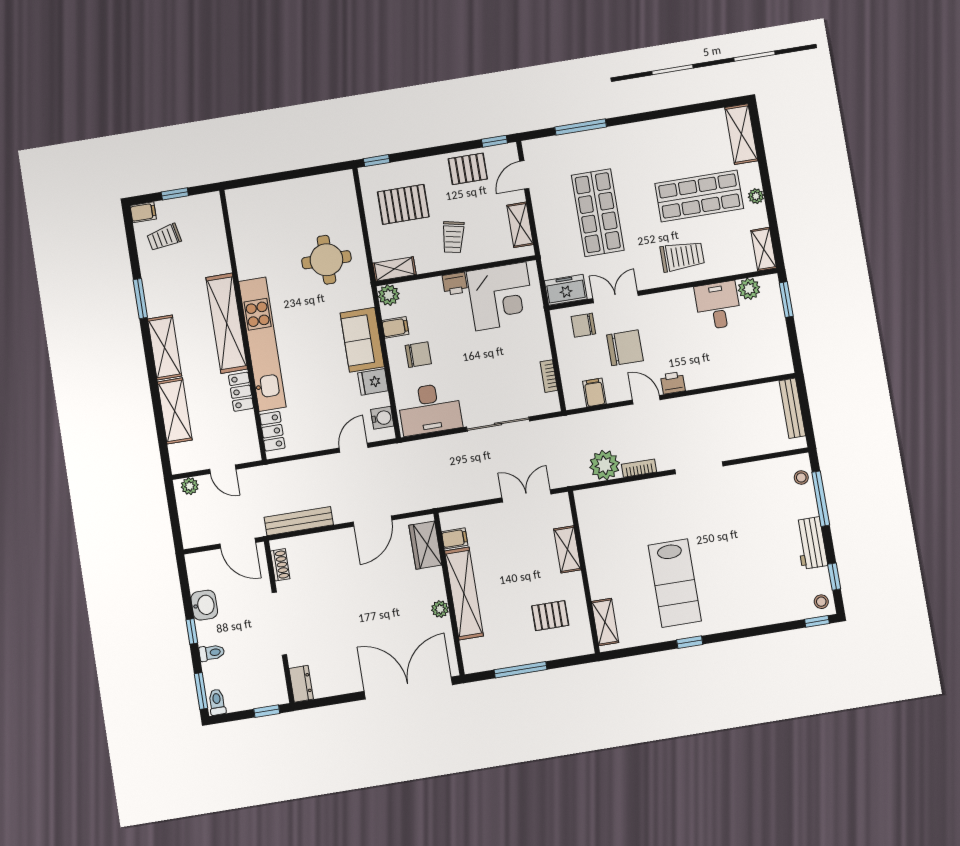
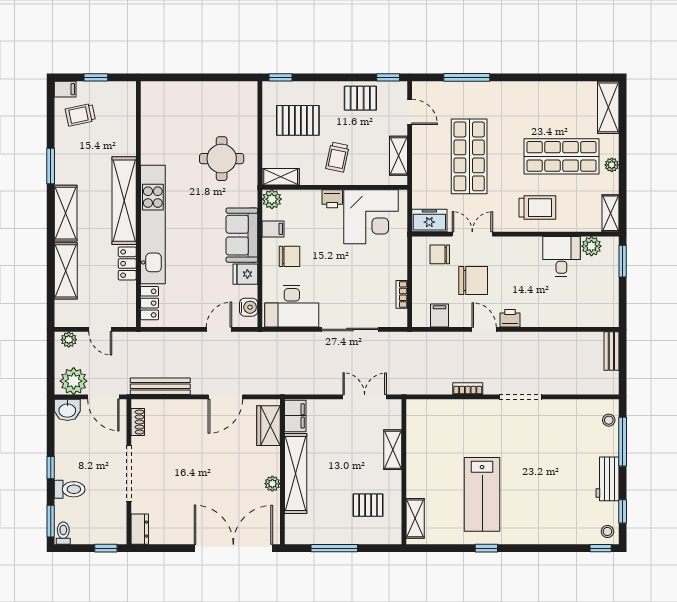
door: (524, 175) -> (410, 112), swing flipped
bench: (792, 408) -> (611, 351), width x0.73
plant: (605, 465) -> (74, 381), moved
filing cabinet: (455, 538) -> (295, 416), width x2.00
washbasin: (204, 605) -> (67, 410), moved, turned 90
toilet: (212, 653) -> (70, 489), width x1.37, depth x1.39

